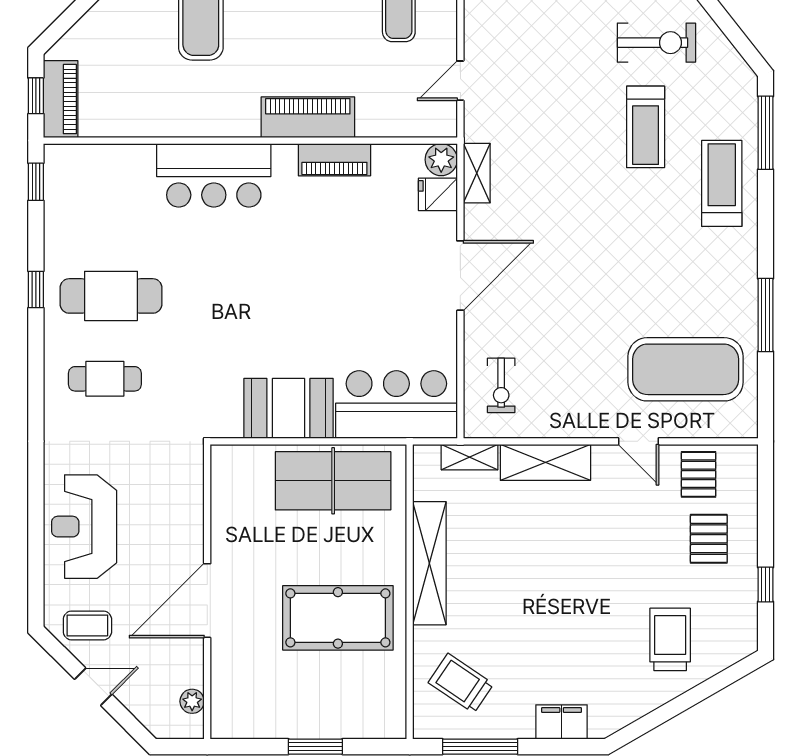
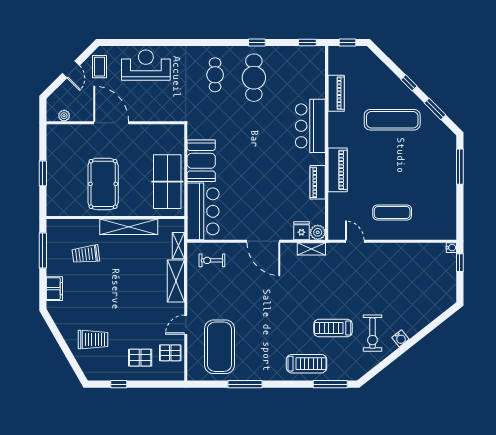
piano: (61, 99) -> (336, 93), moved, turned -90
trolley: (461, 683) -> (86, 254), moved, turned -131

